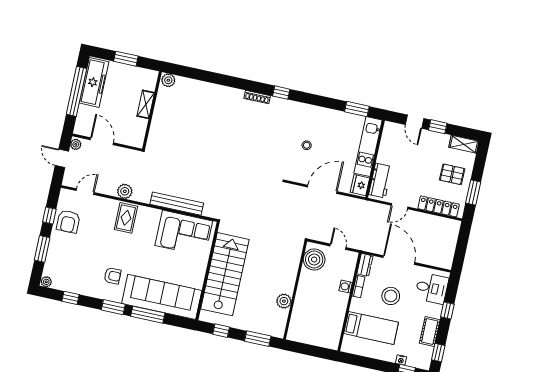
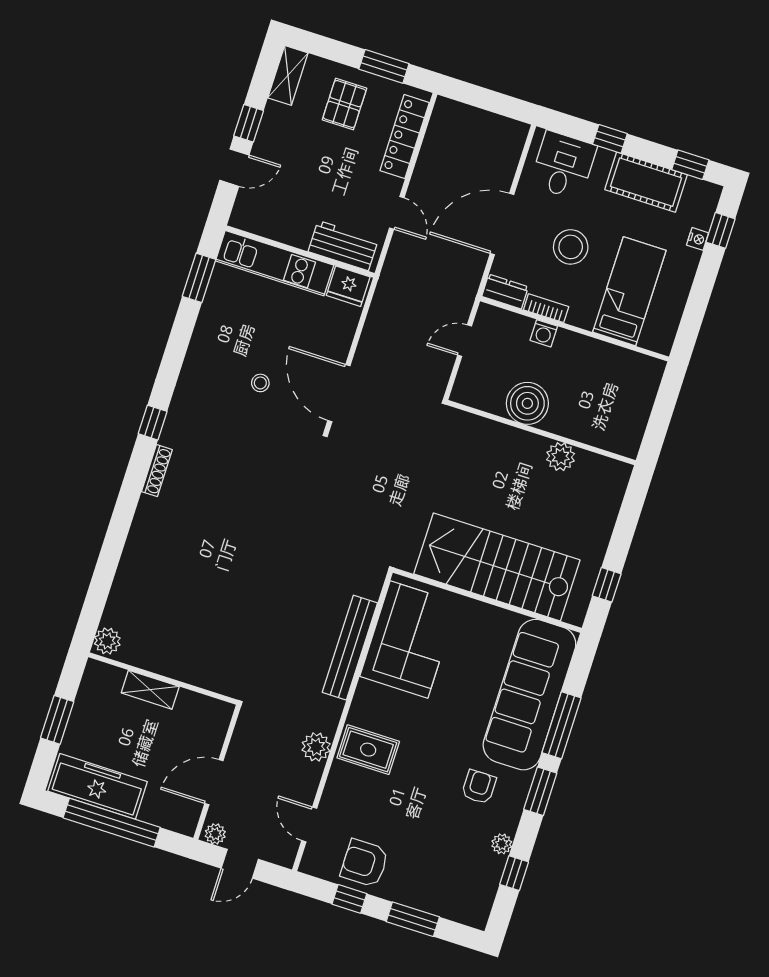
door: (322, 189) -> (339, 393), moved
armchair: (68, 222) -> (365, 863), turned 180
boiler: (314, 260) -> (527, 403), moved
plant: (46, 282) -> (502, 844), moved
cot: (430, 332) -> (646, 182), width x1.37, depth x1.34
window: (258, 339) -> (629, 515), removed

